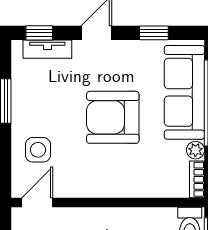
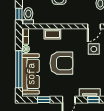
coffee table: (134, 184) -> (52, 34), added

